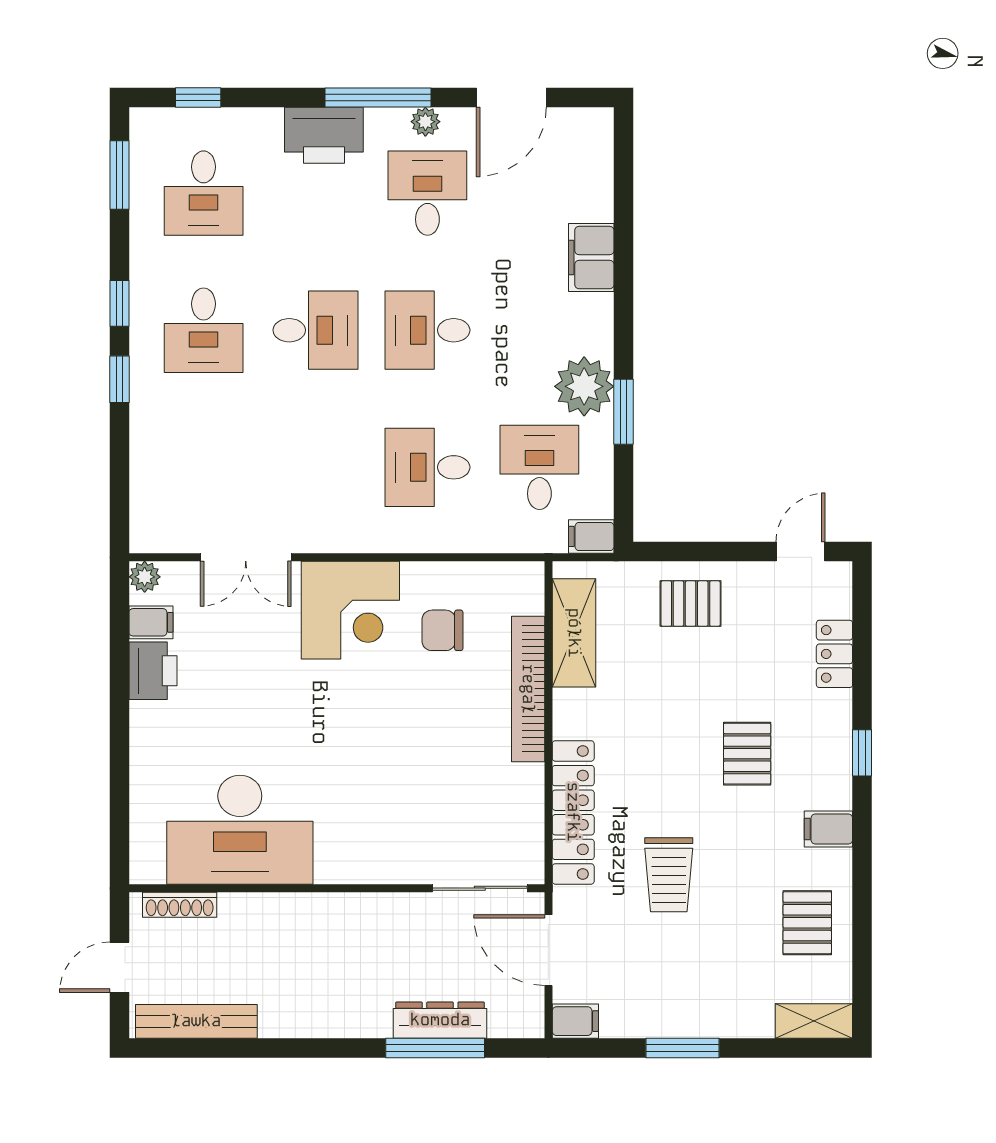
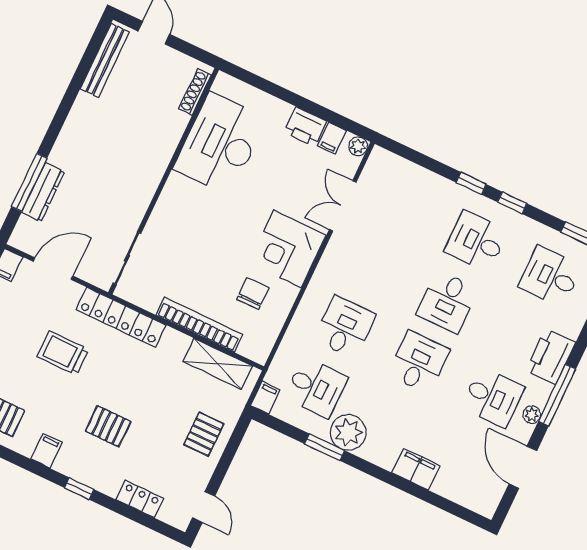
desk: (240, 830) -> (220, 144), moved
wall: (337, 888) -> (164, 181), moved
sliding door: (480, 888) -> (127, 258), moved
shoe rack: (180, 905) -> (195, 92), moved

